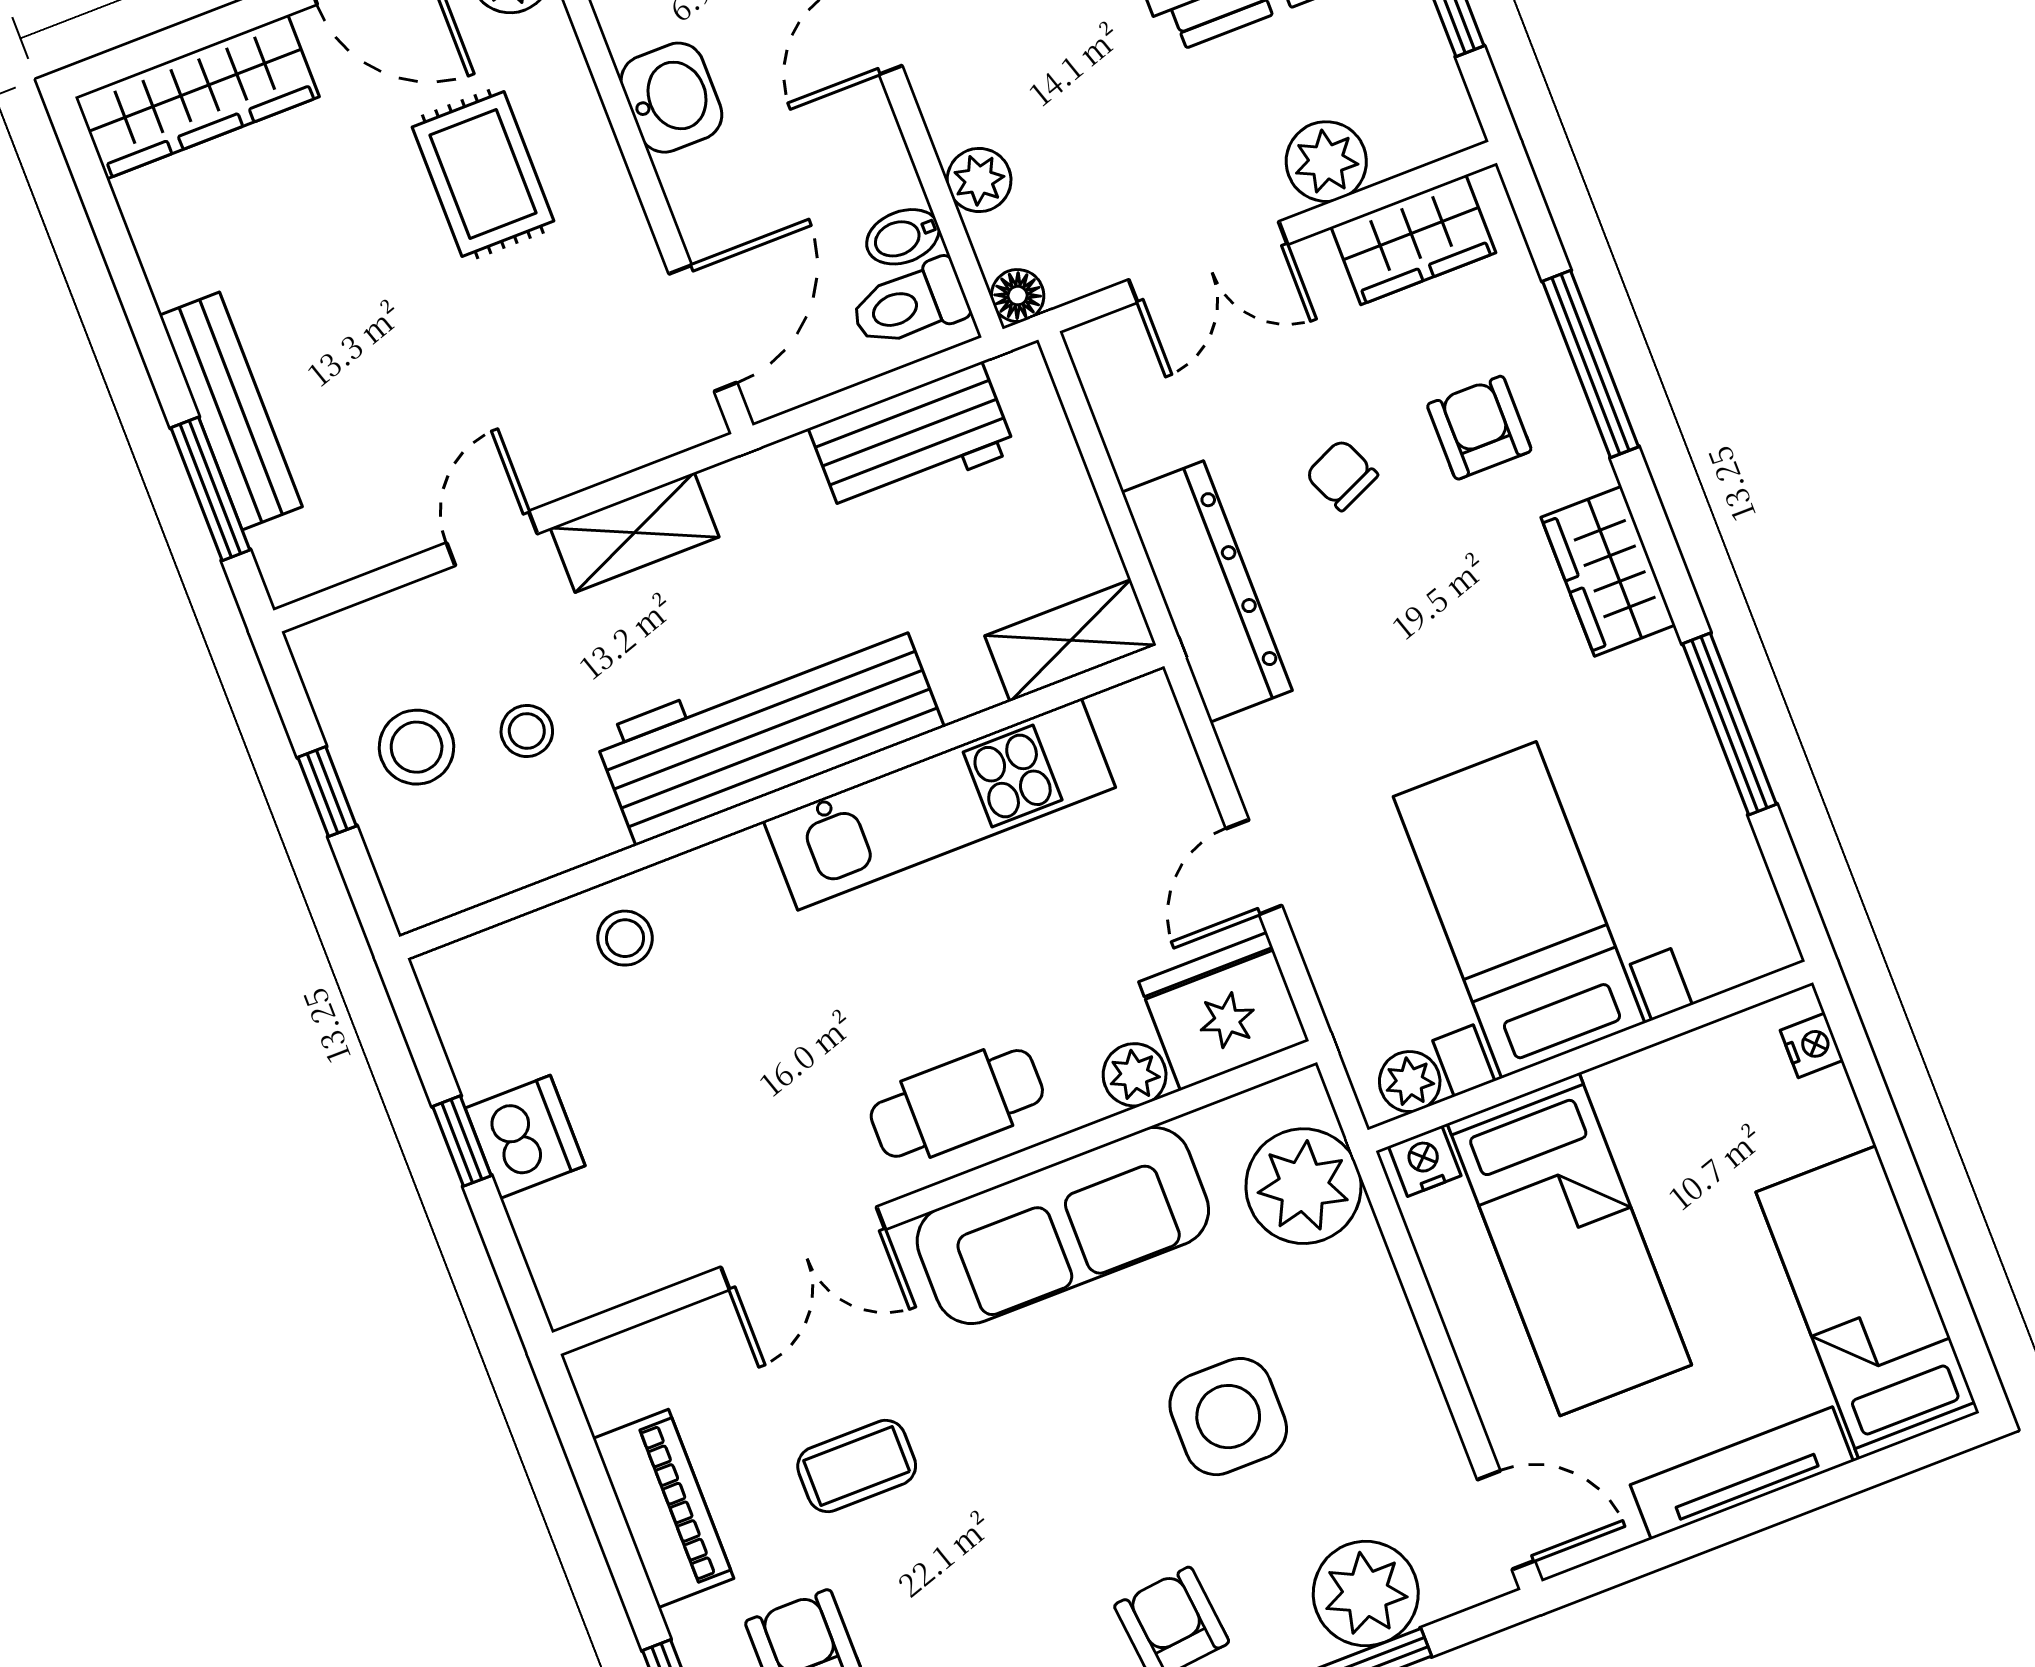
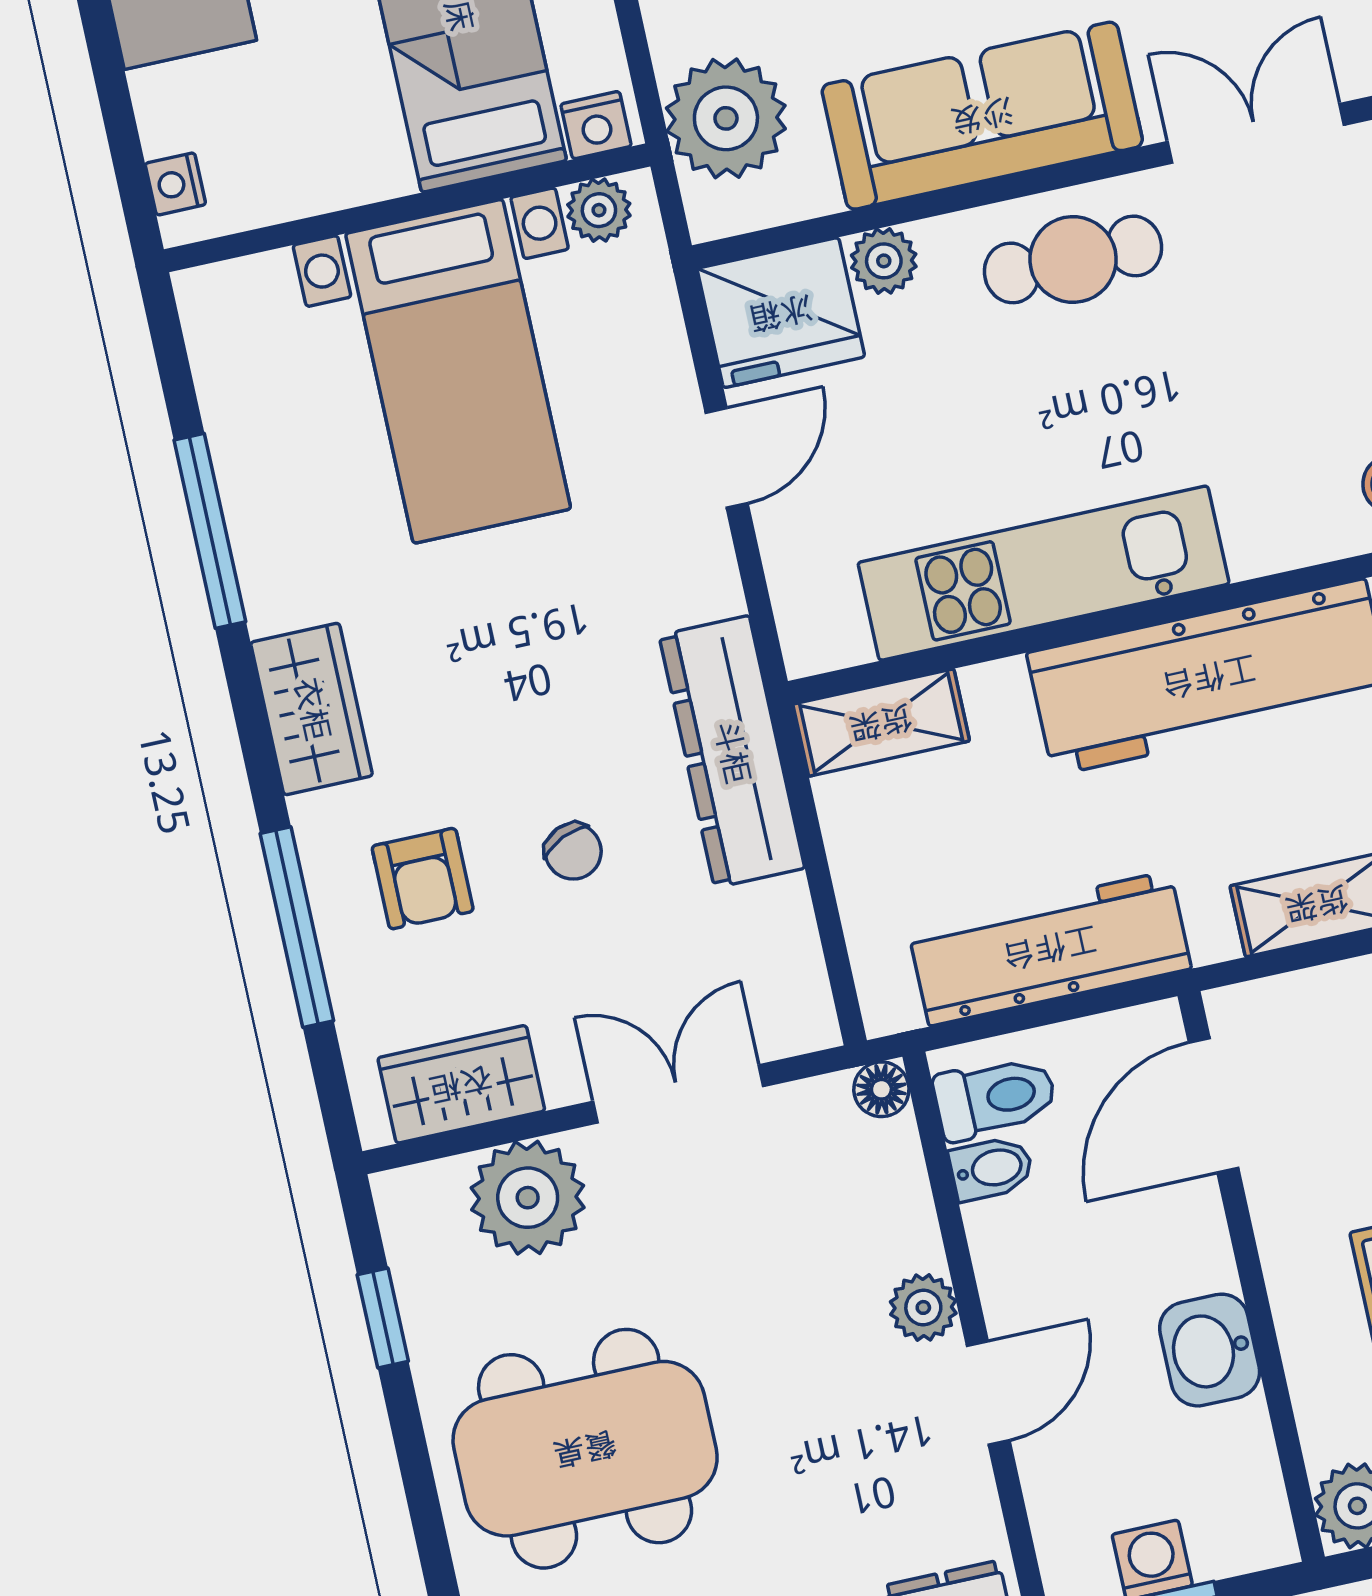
plant: (1326, 162) -> (528, 1198), width x1.36, depth x1.36
plant: (979, 180) -> (923, 1307), moved
workbench: (912, 440) -> (1050, 948), width x1.38

